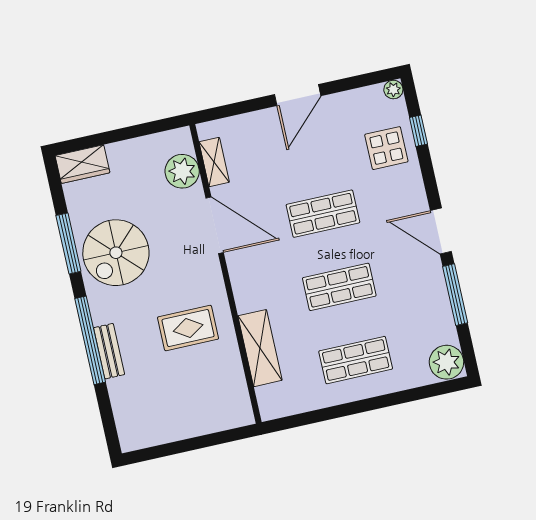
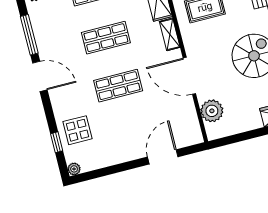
door: (298, 95) -> (163, 157), moved
shelving: (214, 162) -> (170, 34), moved

